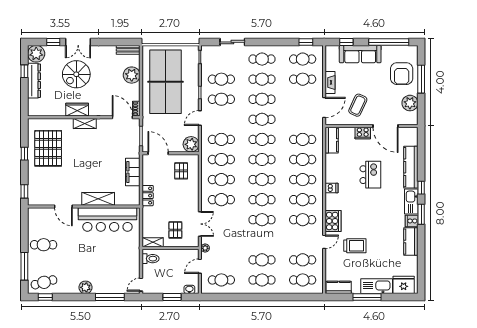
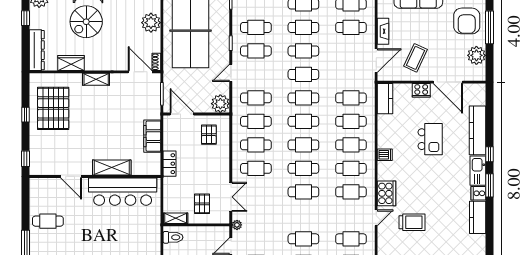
dresser: (34, 81) -> (37, 50), moved
wardrobe: (77, 110) -> (71, 63), moved

